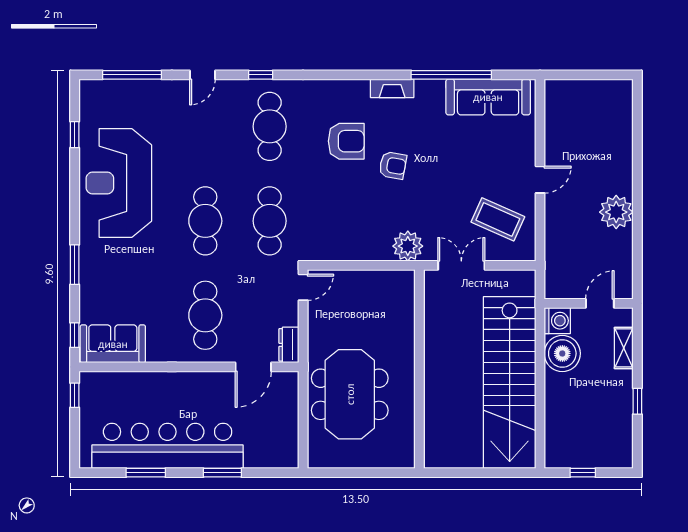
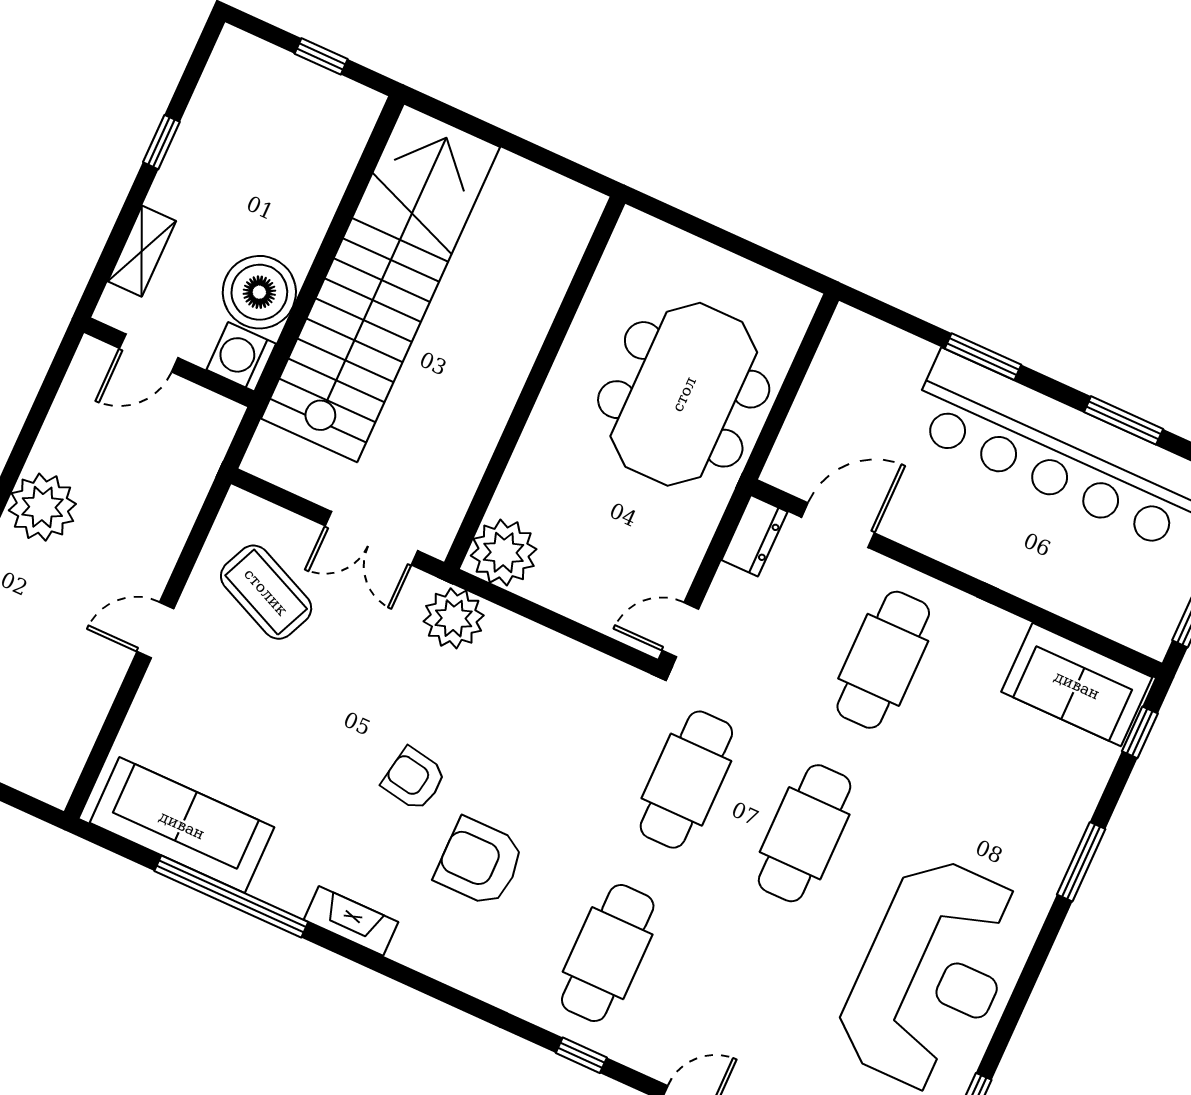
plant: (399, 286) -> (504, 552), added

